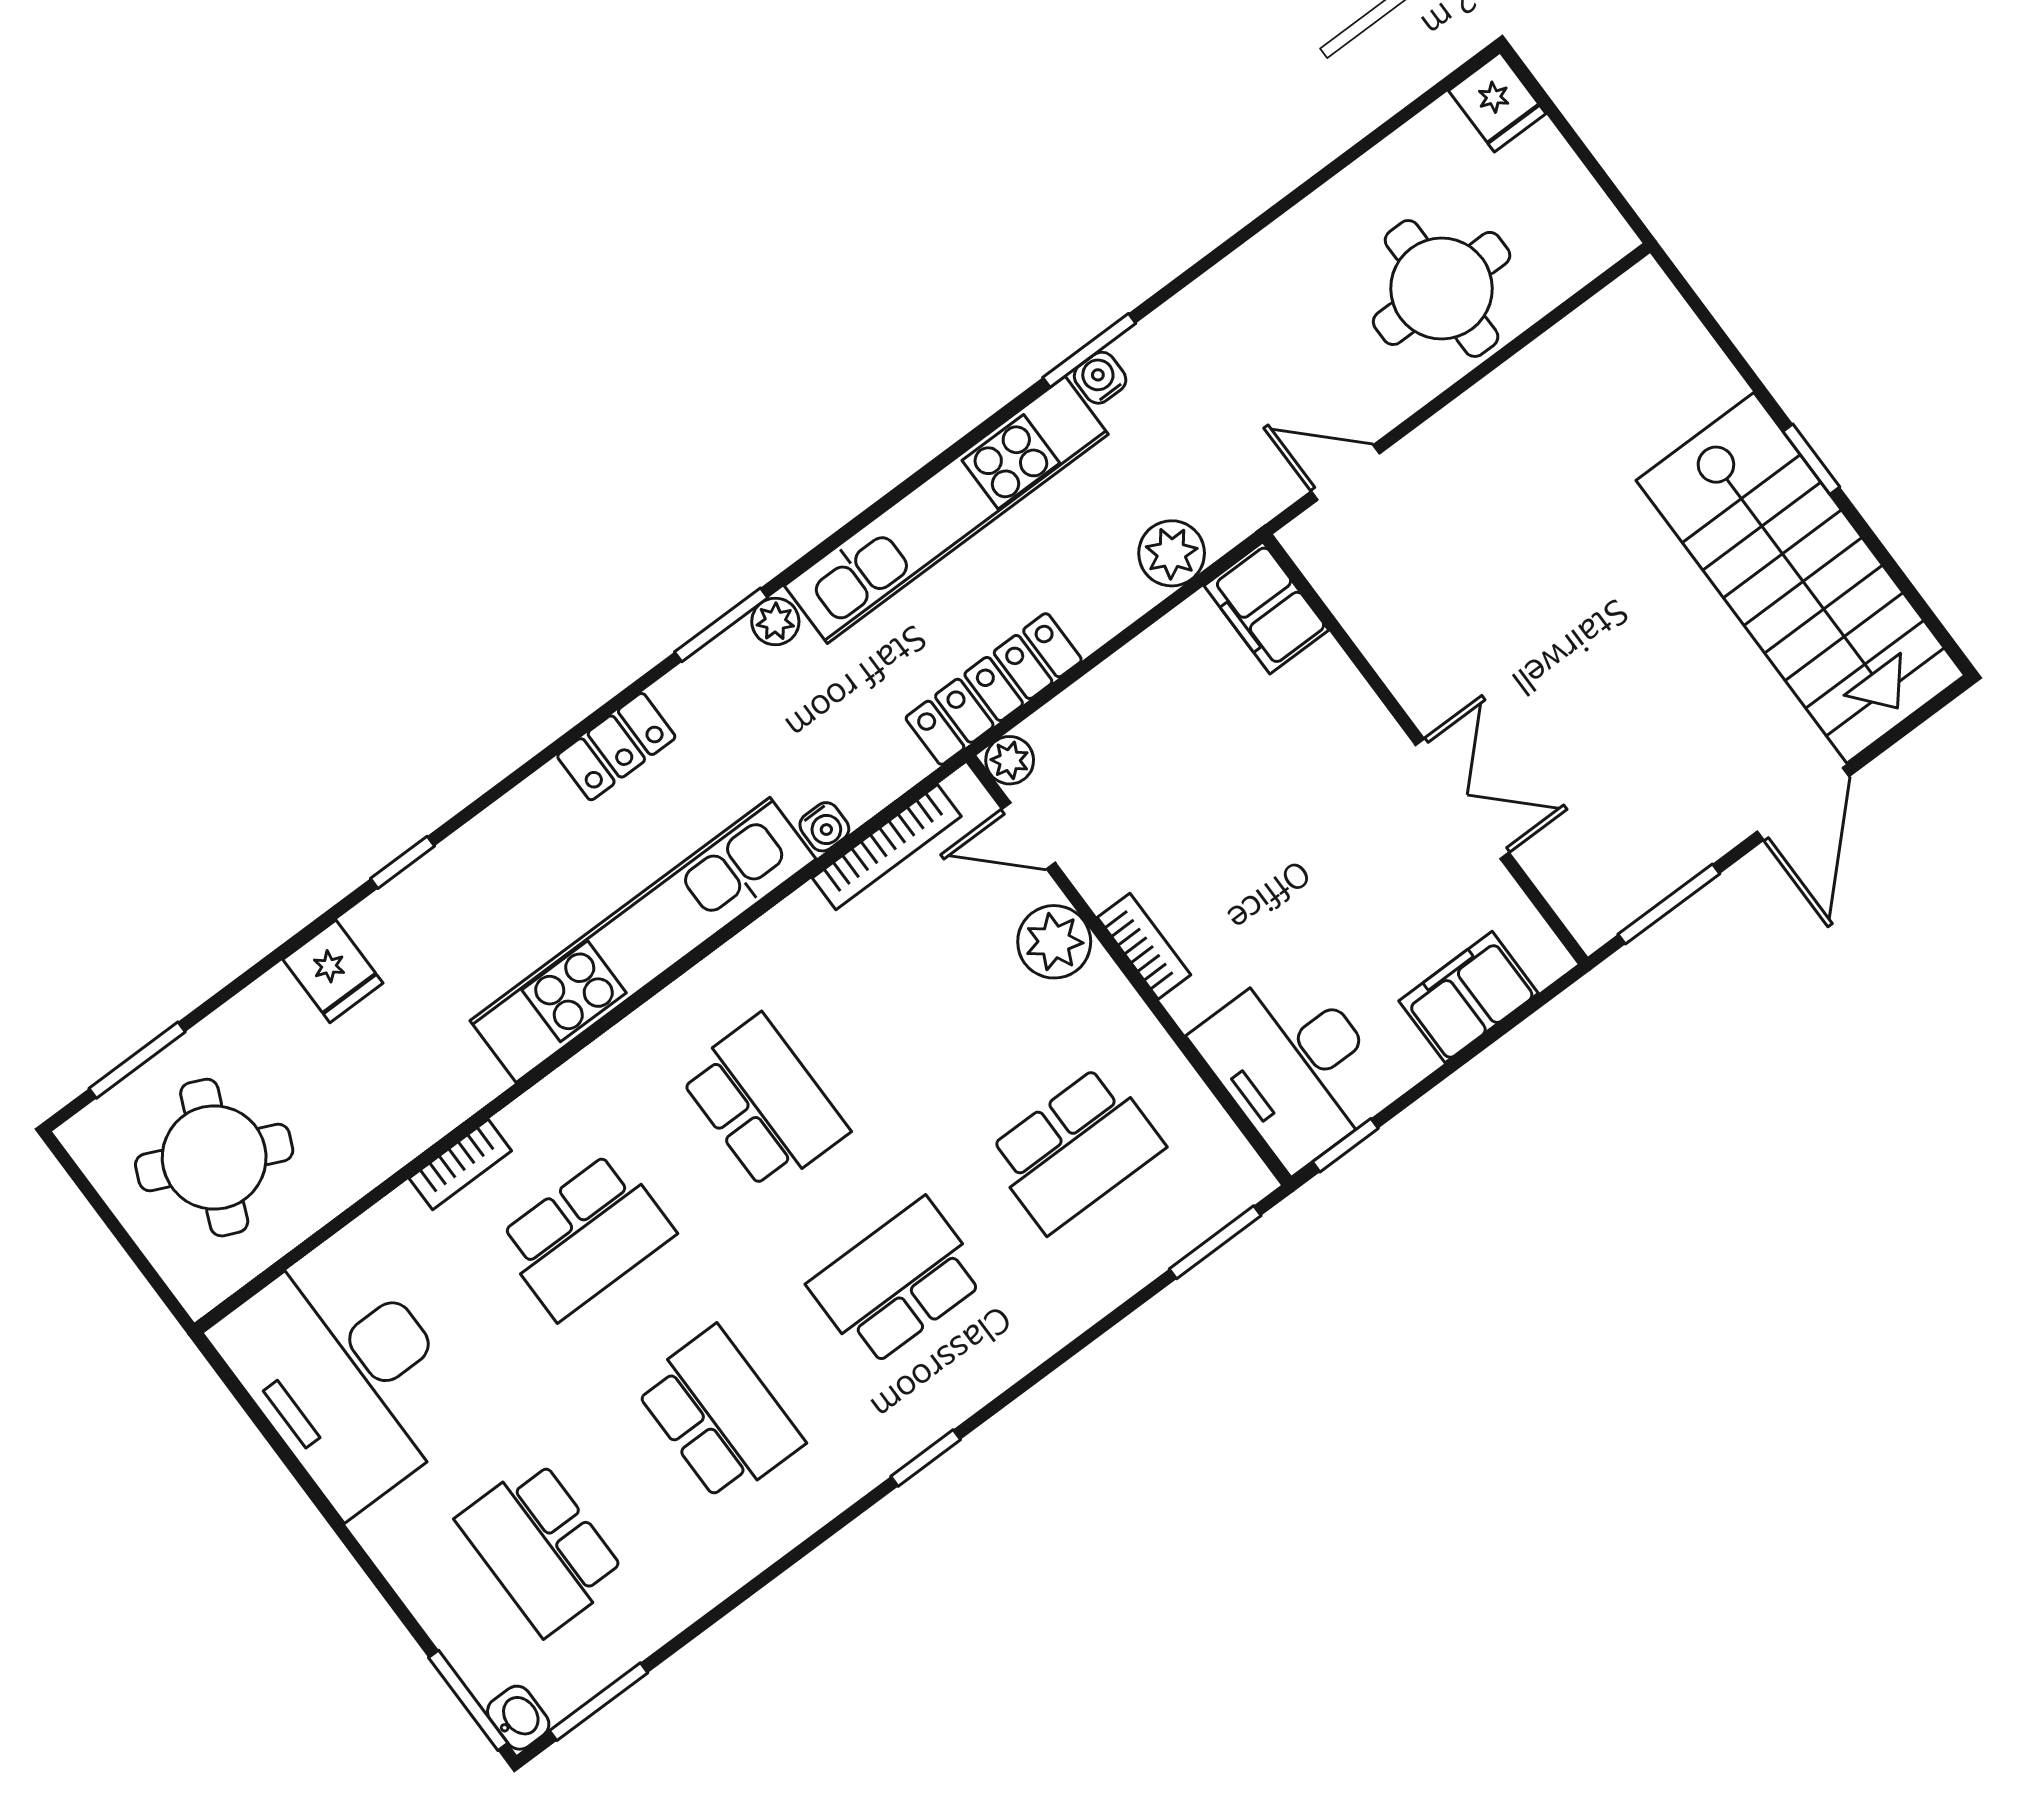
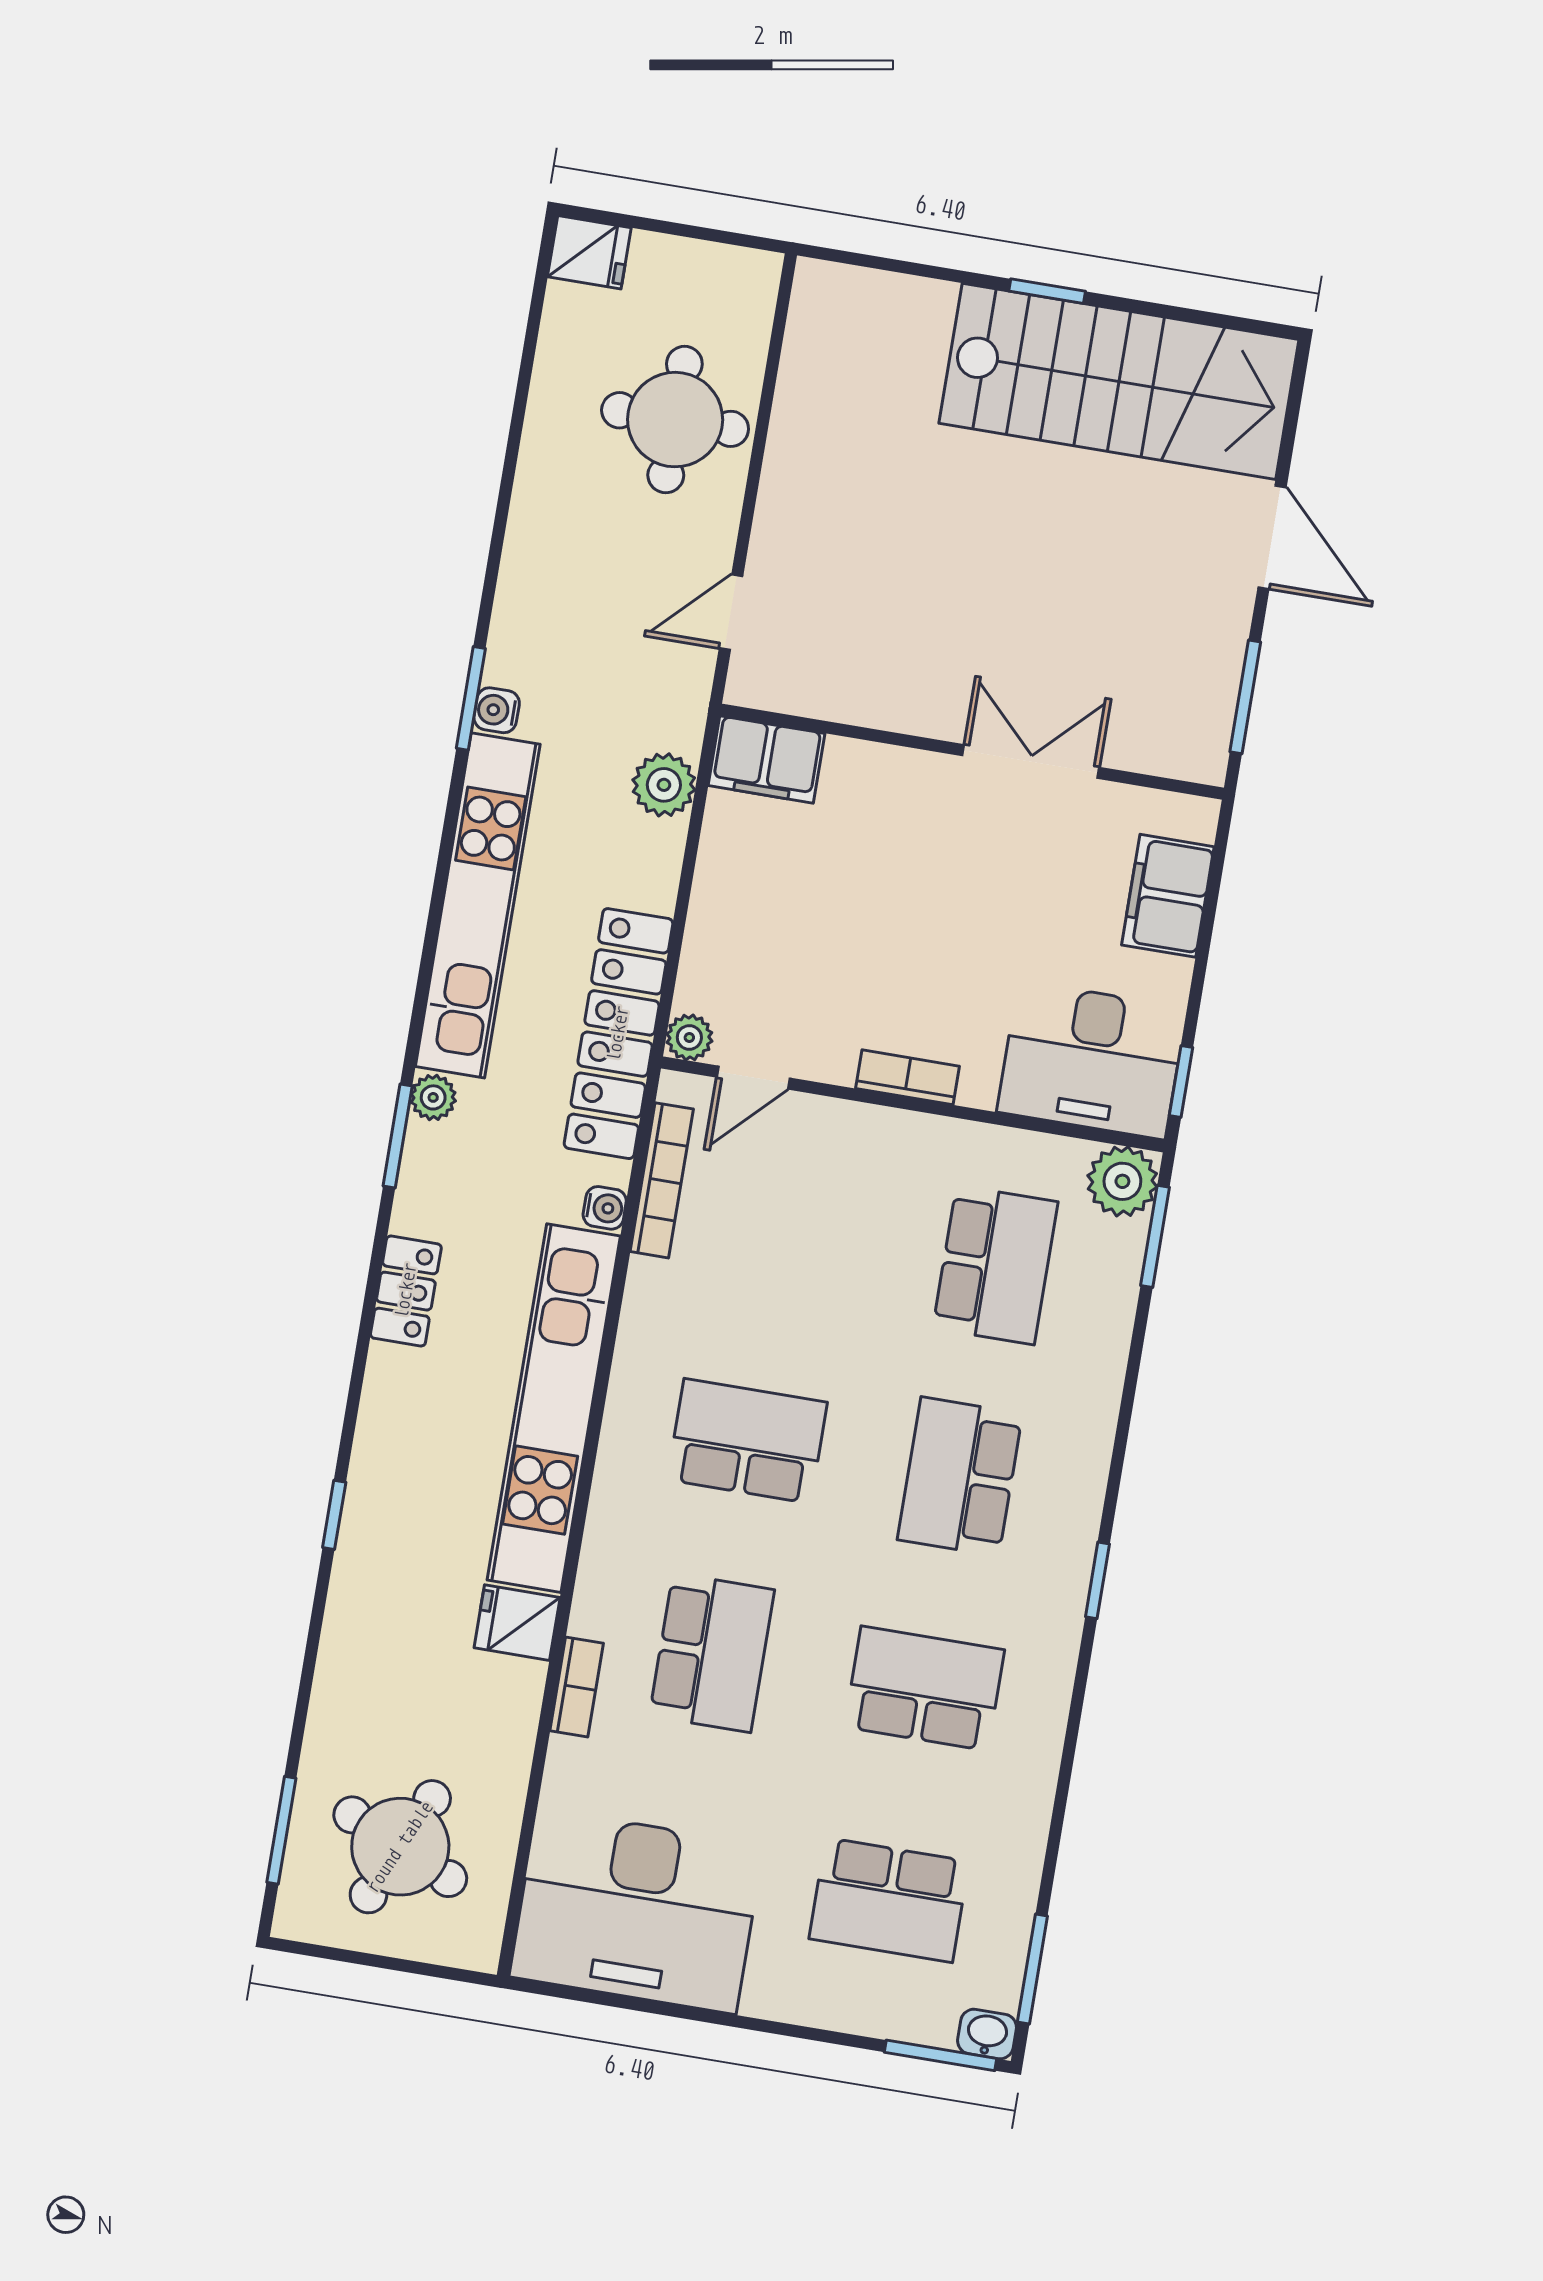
locker: (994, 689) -> (618, 1034), width x1.41, depth x1.21
plant: (1054, 942) -> (1122, 1181), moved
fridge: (333, 971) -> (517, 1623), moved, turned 180

